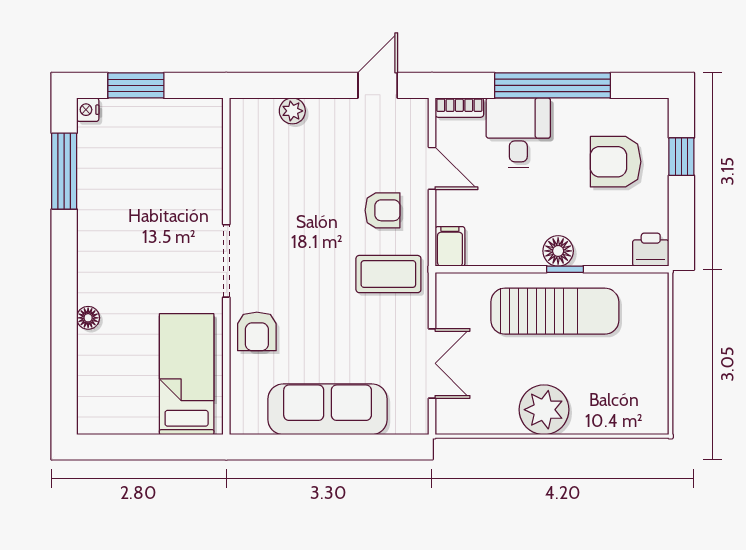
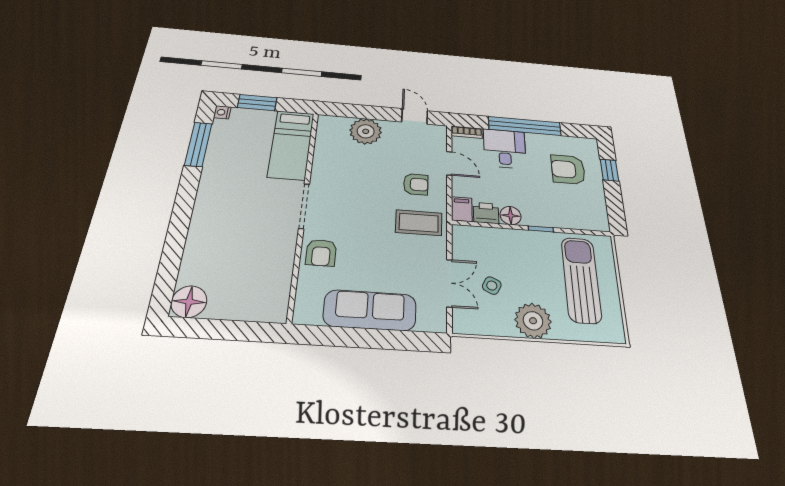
door: (378, 85) -> (415, 116), hinge flipped
plant: (292, 111) -> (366, 131), width x1.88, depth x1.88
printer: (651, 250) -> (486, 213), moved
floor lamp: (558, 251) -> (511, 216), moved
sun lounger: (555, 311) -> (581, 280), moved, turned -90
floor lamp: (88, 318) -> (189, 302), moved, width x1.89, depth x1.89
side table: (490, 363) -> (492, 286), added
bed: (187, 374) -> (291, 145), moved, turned 180

